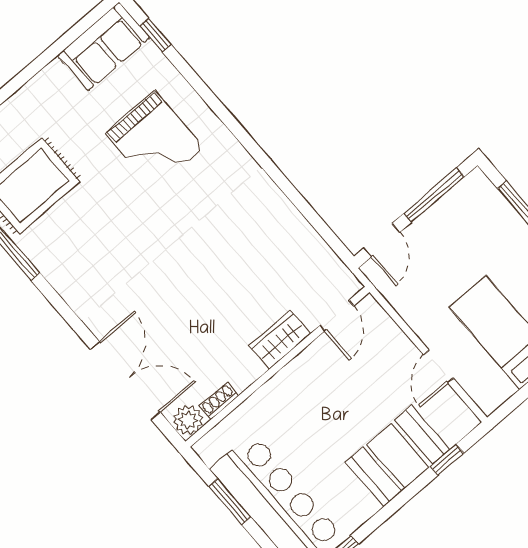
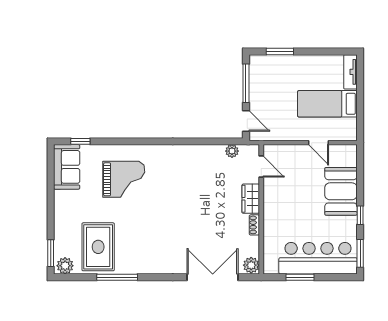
plant: (323, 257) -> (232, 151), added
shoe rack: (219, 401) -> (254, 225), moved
window: (447, 460) -> (360, 215), moved

